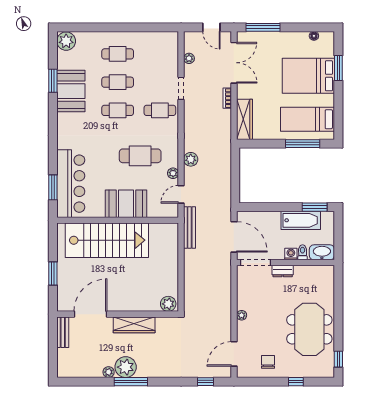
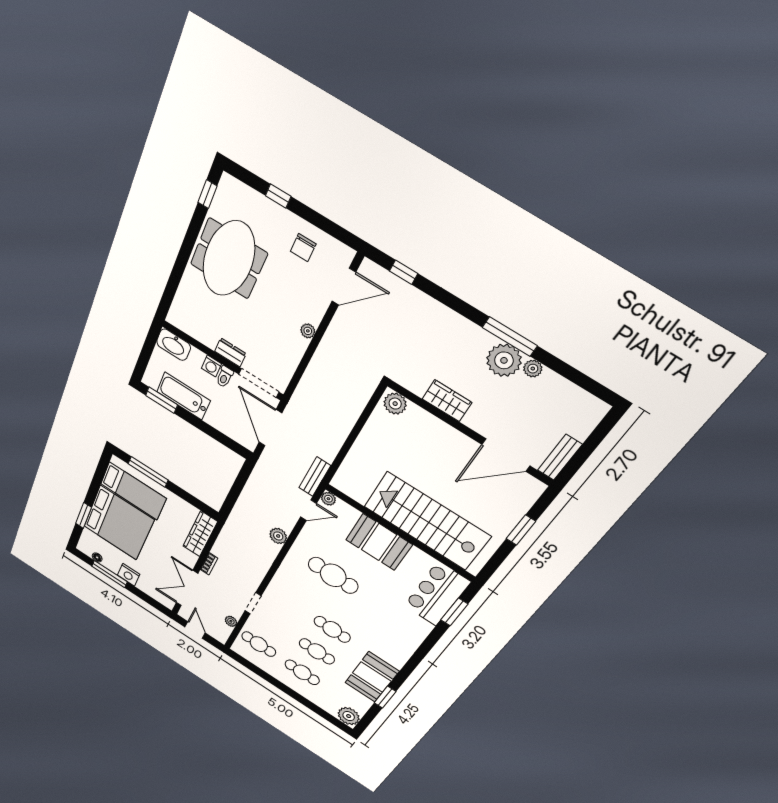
window: (263, 27) -> (110, 574), moved
nightstand: (283, 39) -> (129, 575), added
bed: (308, 76) -> (119, 523), width x1.36
cafe table: (160, 110) -> (259, 644), moved
plant: (173, 173) -> (328, 499), moved
bar counter: (71, 184) -> (437, 594), width x0.73
bench: (190, 227) -> (315, 477), width x0.73
toilet: (303, 252) -> (225, 377), moved
wardrobe: (134, 325) -> (447, 401), width x0.67

